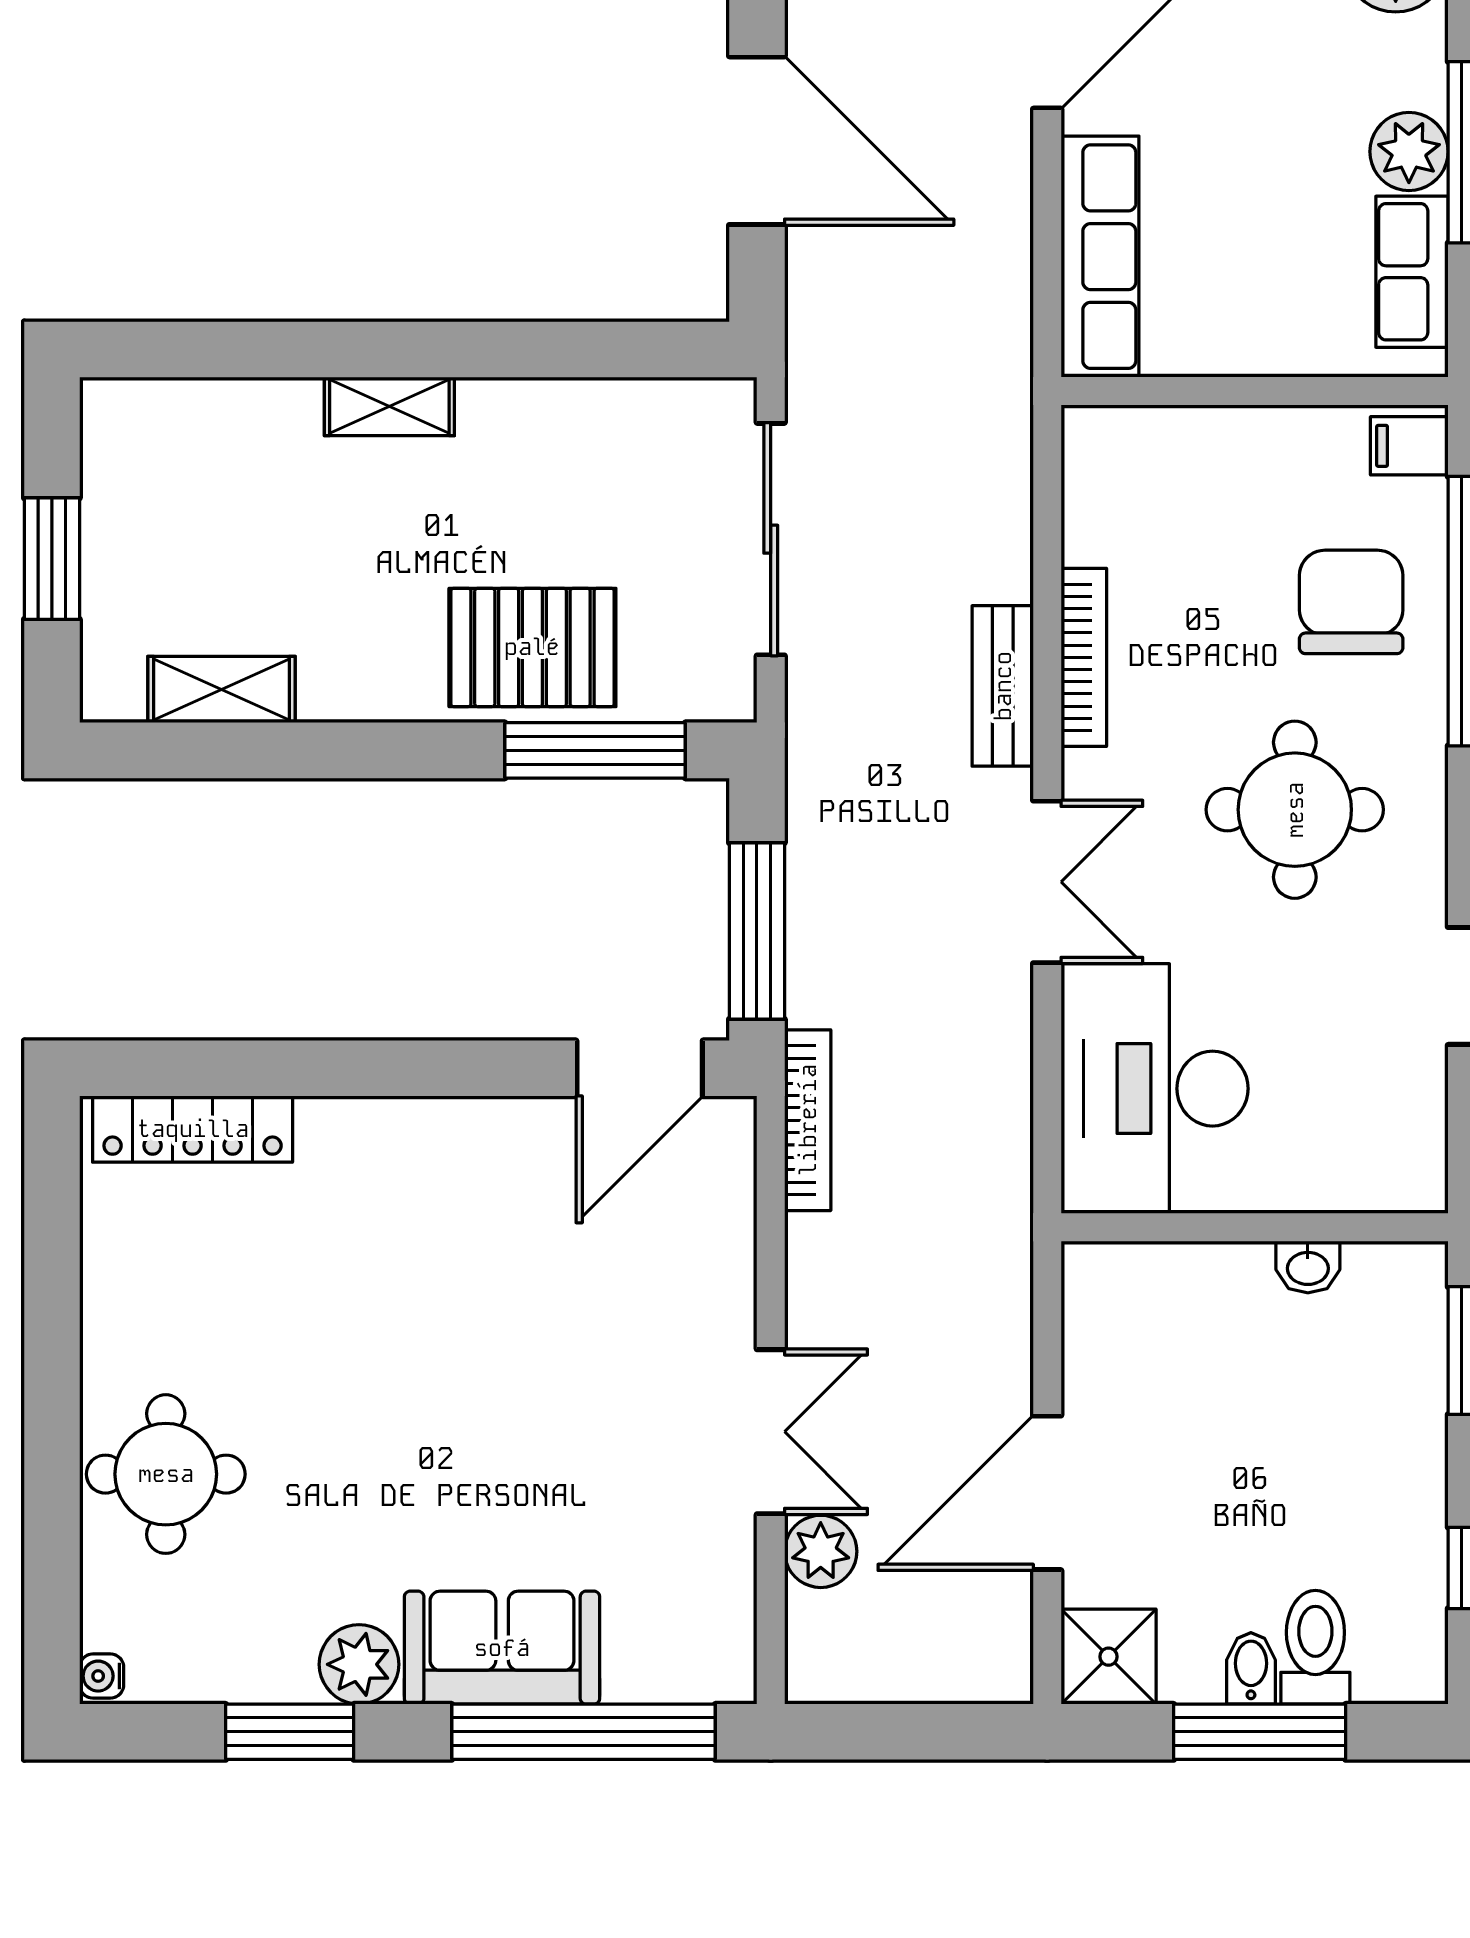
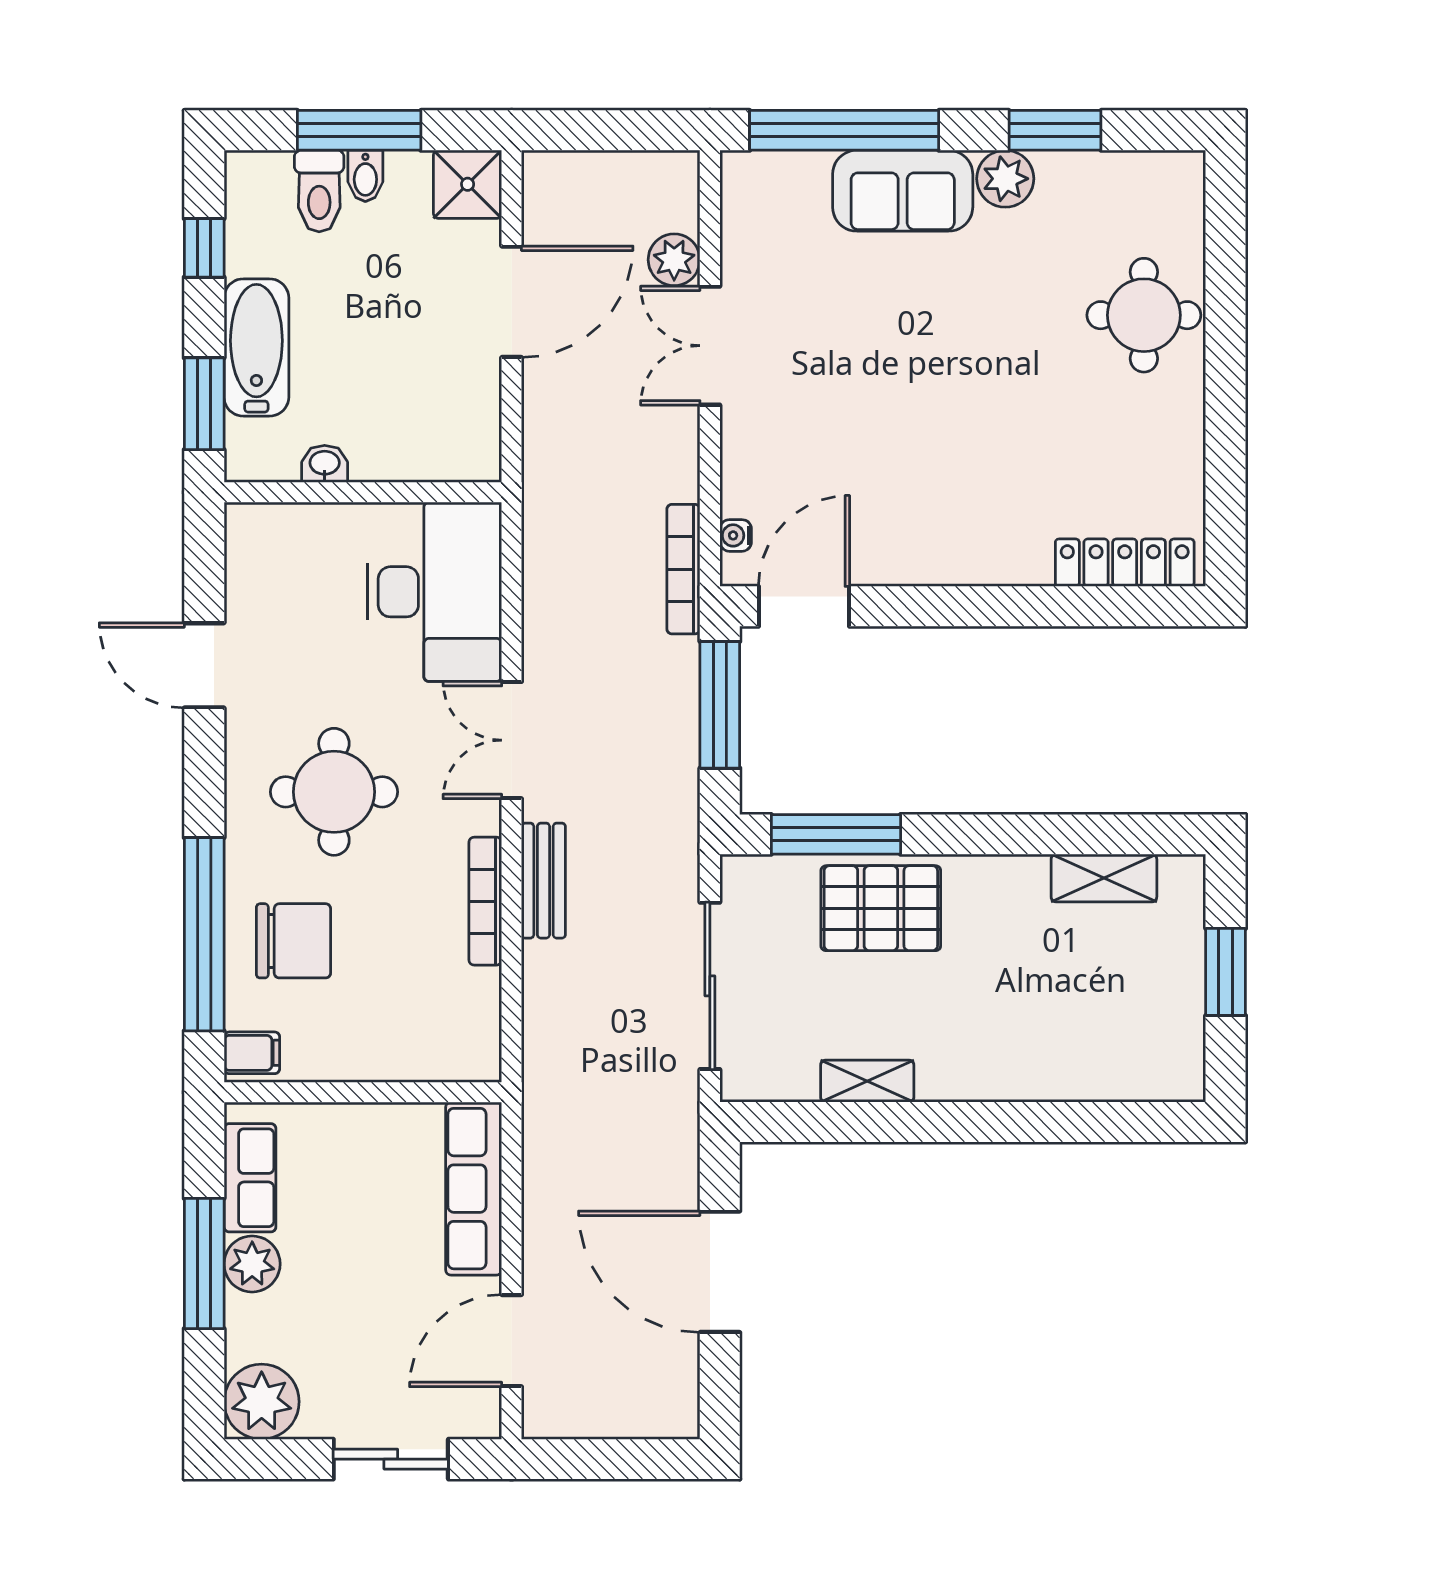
shelving: (389, 406) -> (867, 1081), moved
chair: (1351, 602) -> (294, 941), turned -90
bathtub: (1403, 1429) -> (256, 347), added
water cooler: (102, 1676) -> (736, 535), moved, turned 180

